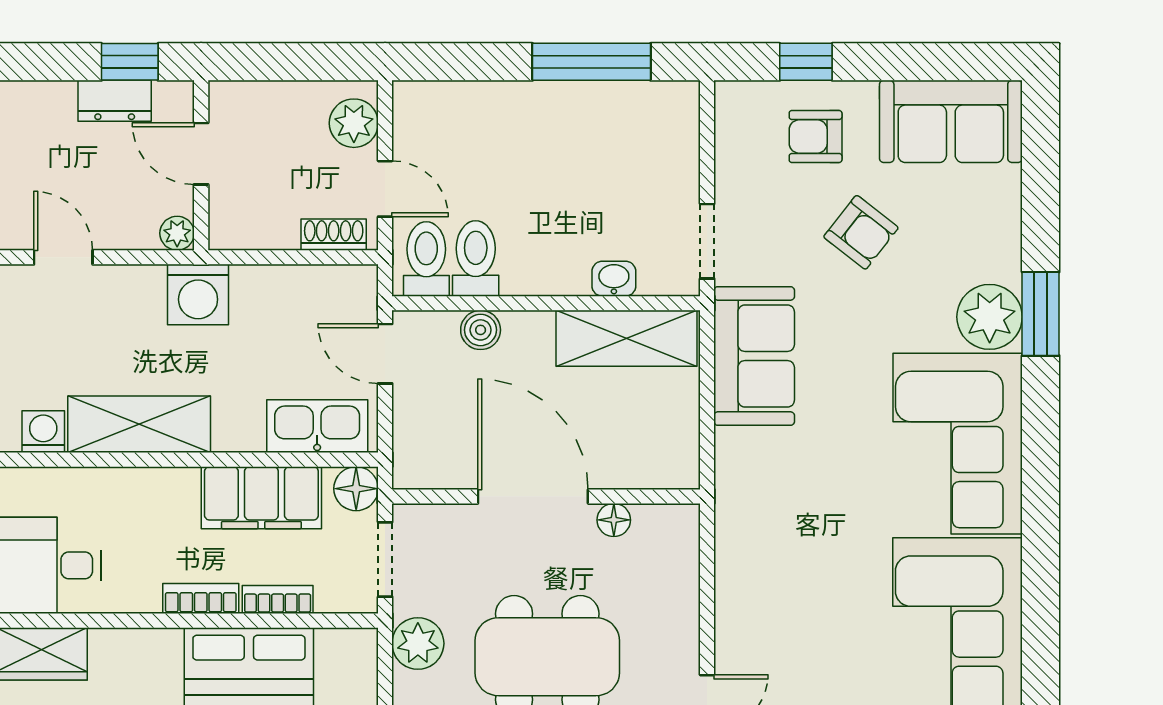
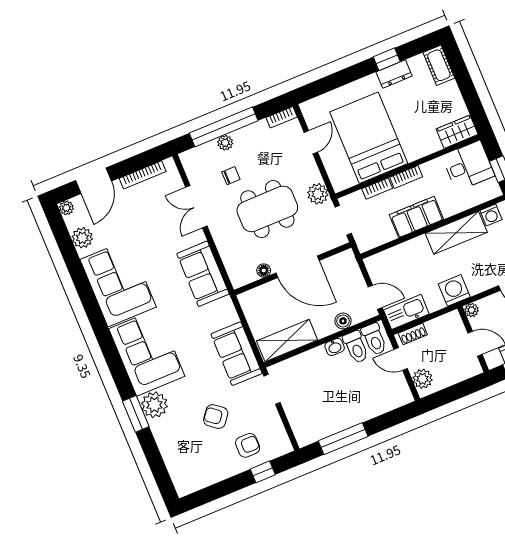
sofa: (951, 121) -> (203, 274), moved, turned -90
washbasin: (614, 279) -> (335, 347), moved
kitchen sink: (317, 426) -> (406, 312), moved, turned 180
floor lamp: (356, 489) -> (365, 242), removed
filing cabinet: (261, 498) -> (416, 217), moved

